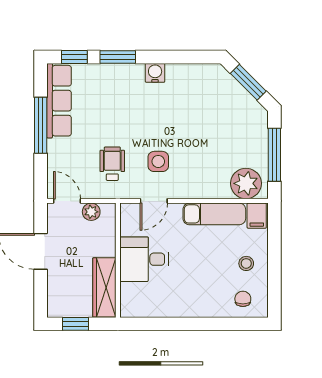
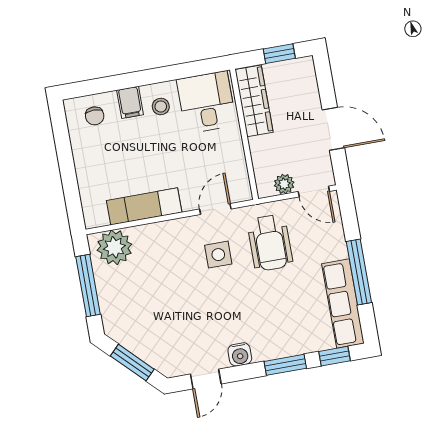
door: (188, 57) -> (206, 379), added
wheelchair: (112, 164) -> (270, 243), width x1.36, depth x1.37
filing cabinet: (257, 216) -> (130, 102), moved, turned 180
desk: (144, 259) -> (206, 102), moved, turned -90
stool: (246, 263) -> (161, 106), moved

